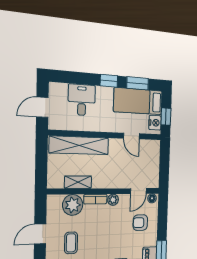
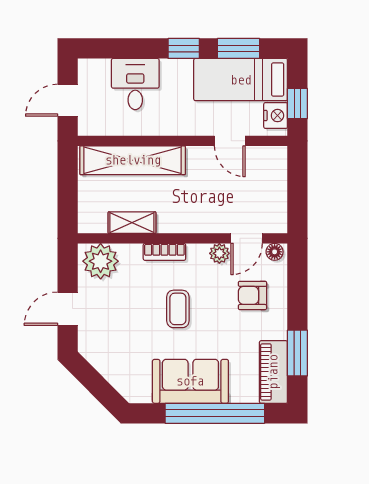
plant: (113, 200) -> (219, 253), moved
plant: (73, 205) -> (101, 261), moved
coffee table: (71, 243) -> (178, 309), moved

